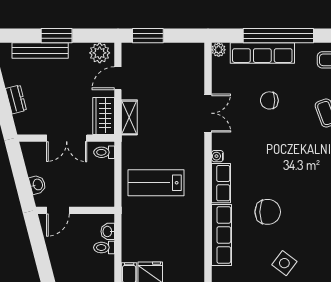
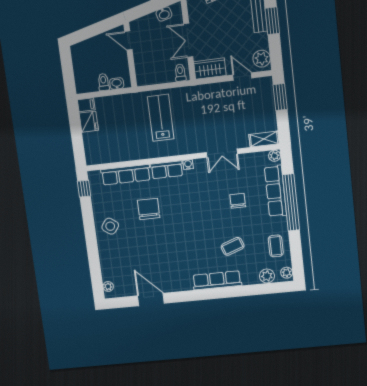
shelving: (129, 117) -> (264, 139), moved
washbasin: (37, 185) -> (164, 14), moved
chair: (268, 212) -> (149, 209), turned 180

